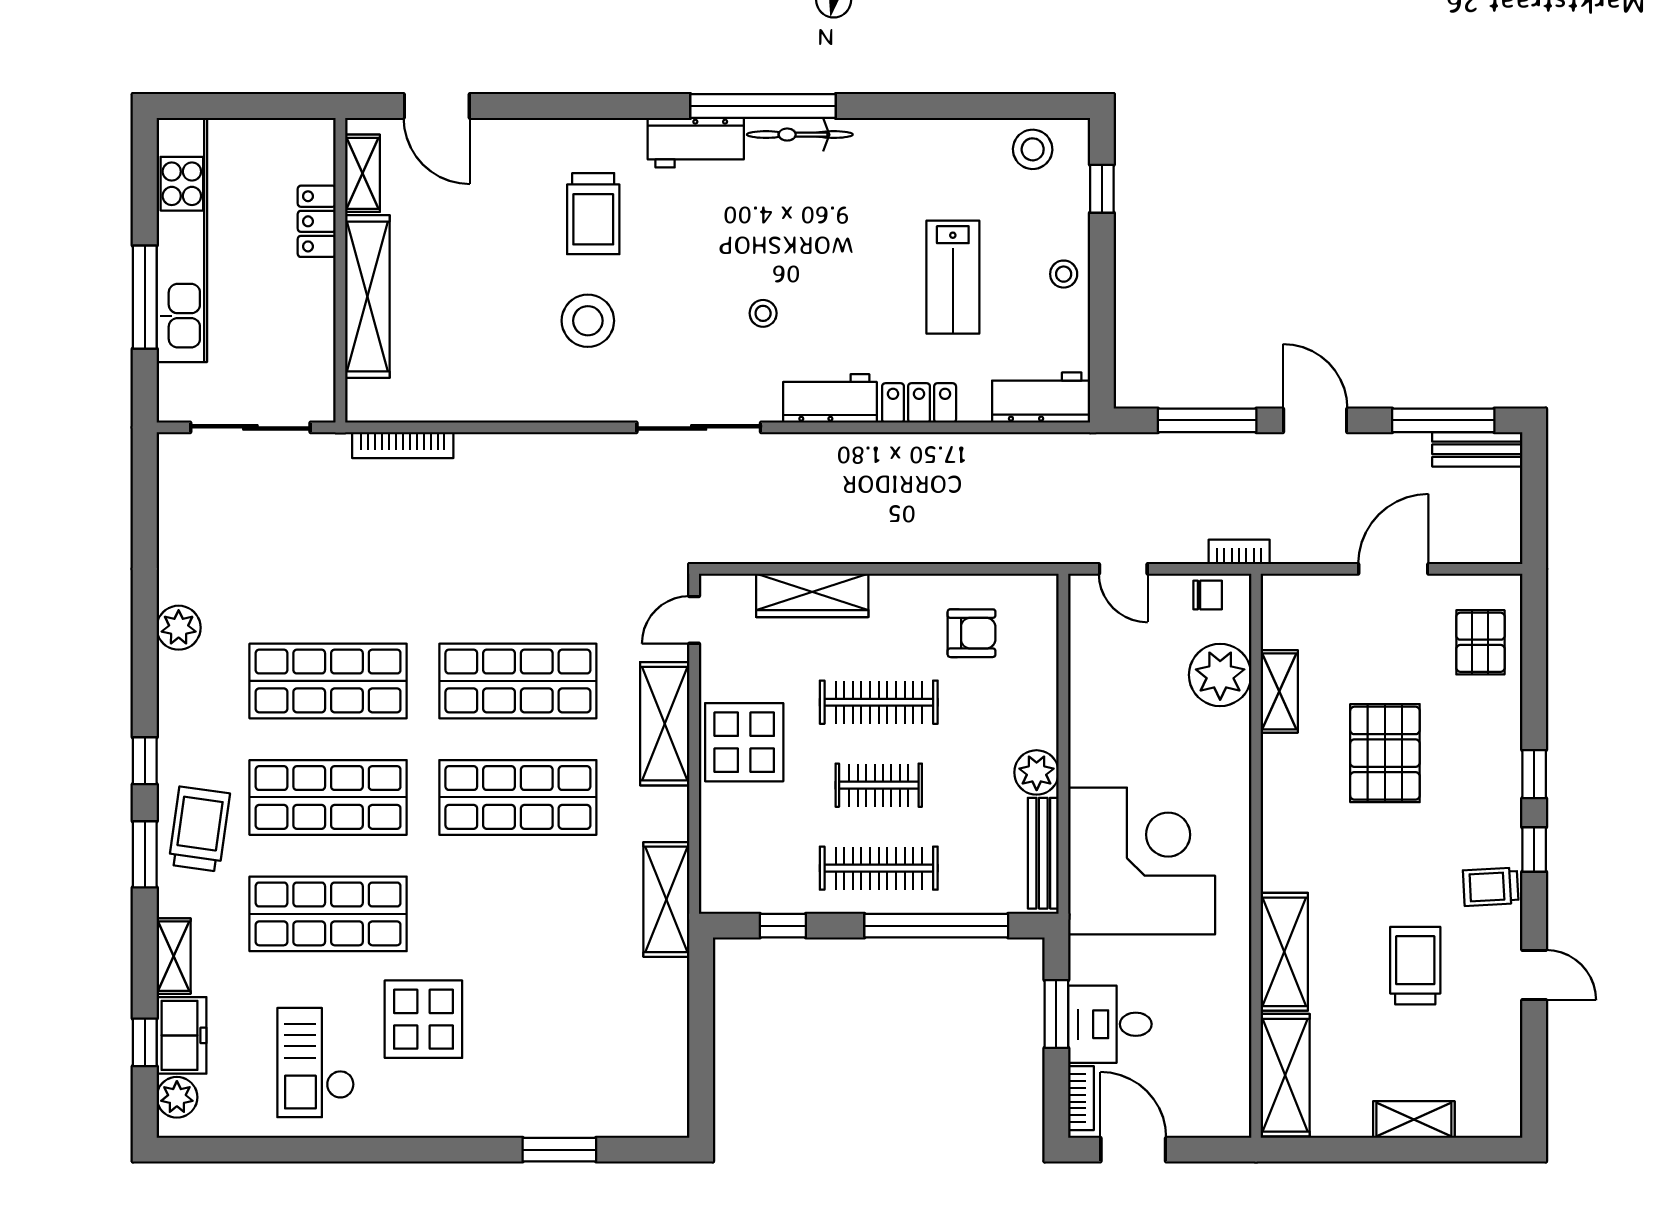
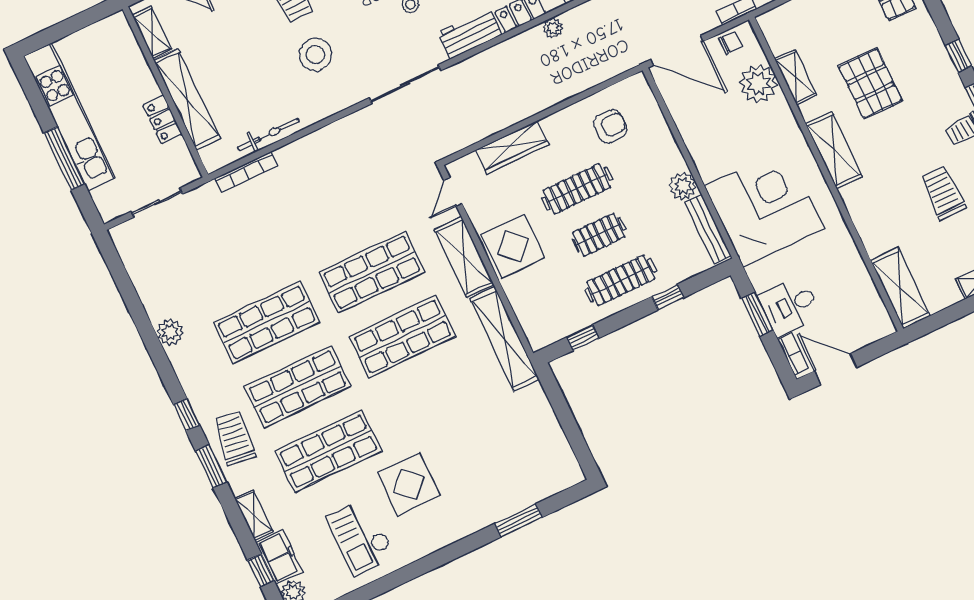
locker: (317, 221) -> (162, 120), moved
bicycle: (462, 405) -> (268, 134), added
sliding door: (250, 427) -> (157, 203), width x0.73
plant: (956, 448) -> (553, 28), added
door: (1123, 569) -> (677, 51), width x1.88
shelving: (666, 899) -> (504, 339), width x1.47
window: (936, 926) -> (668, 297), width x0.32
shelving: (1284, 952) -> (834, 150), moved

